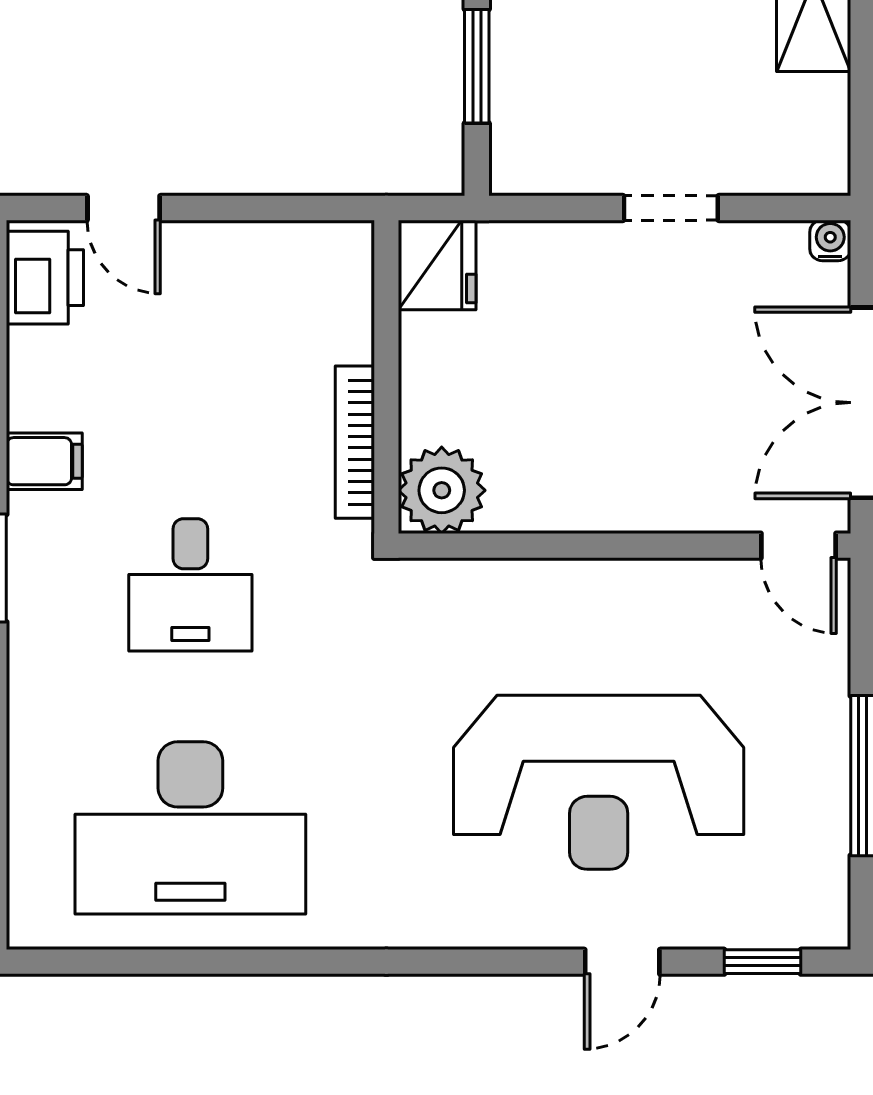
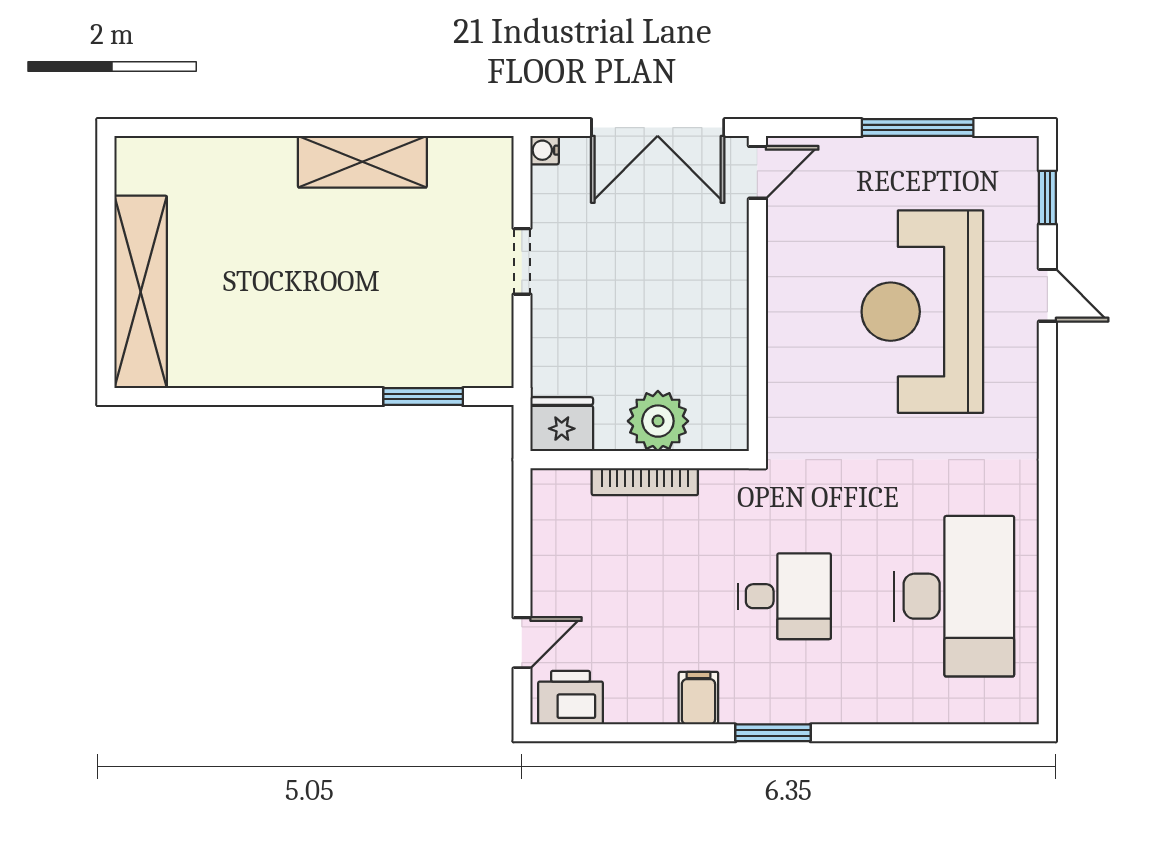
bookcase: (355, 442) -> (645, 482), moved
plant: (442, 490) -> (658, 421), moved
reception desk: (599, 782) -> (922, 312), turned 180

